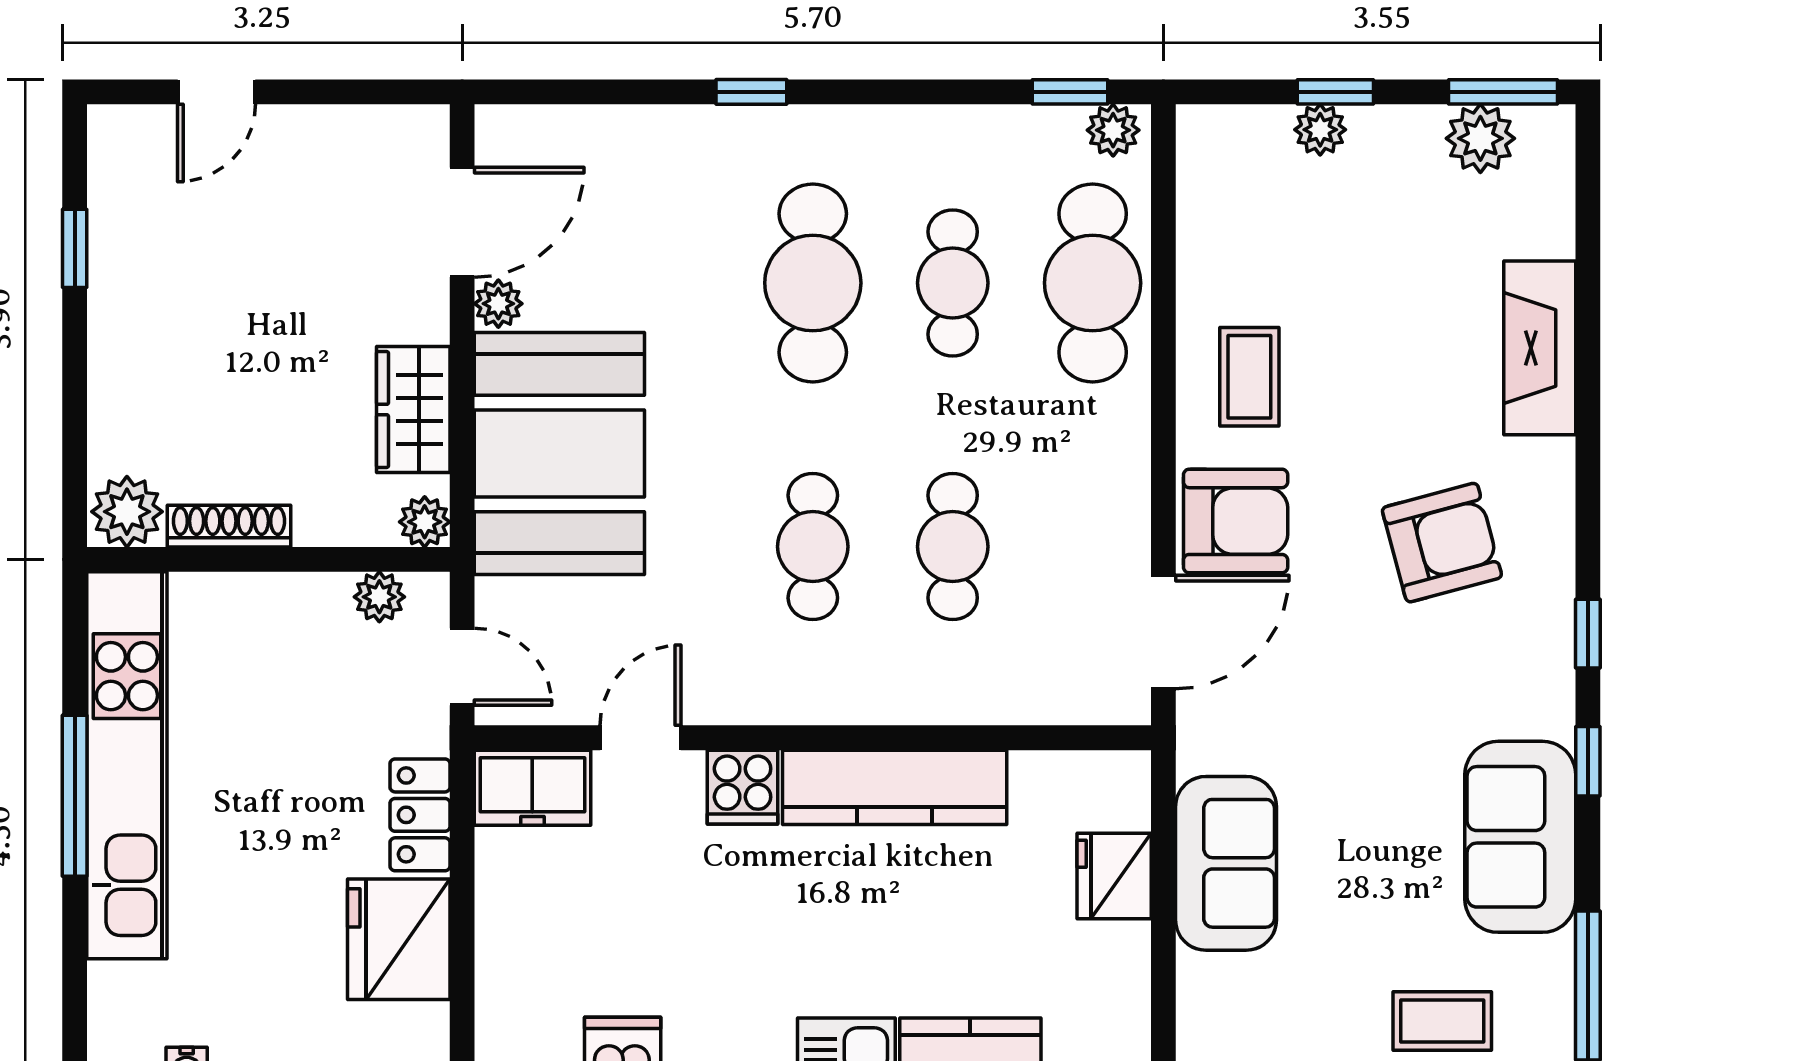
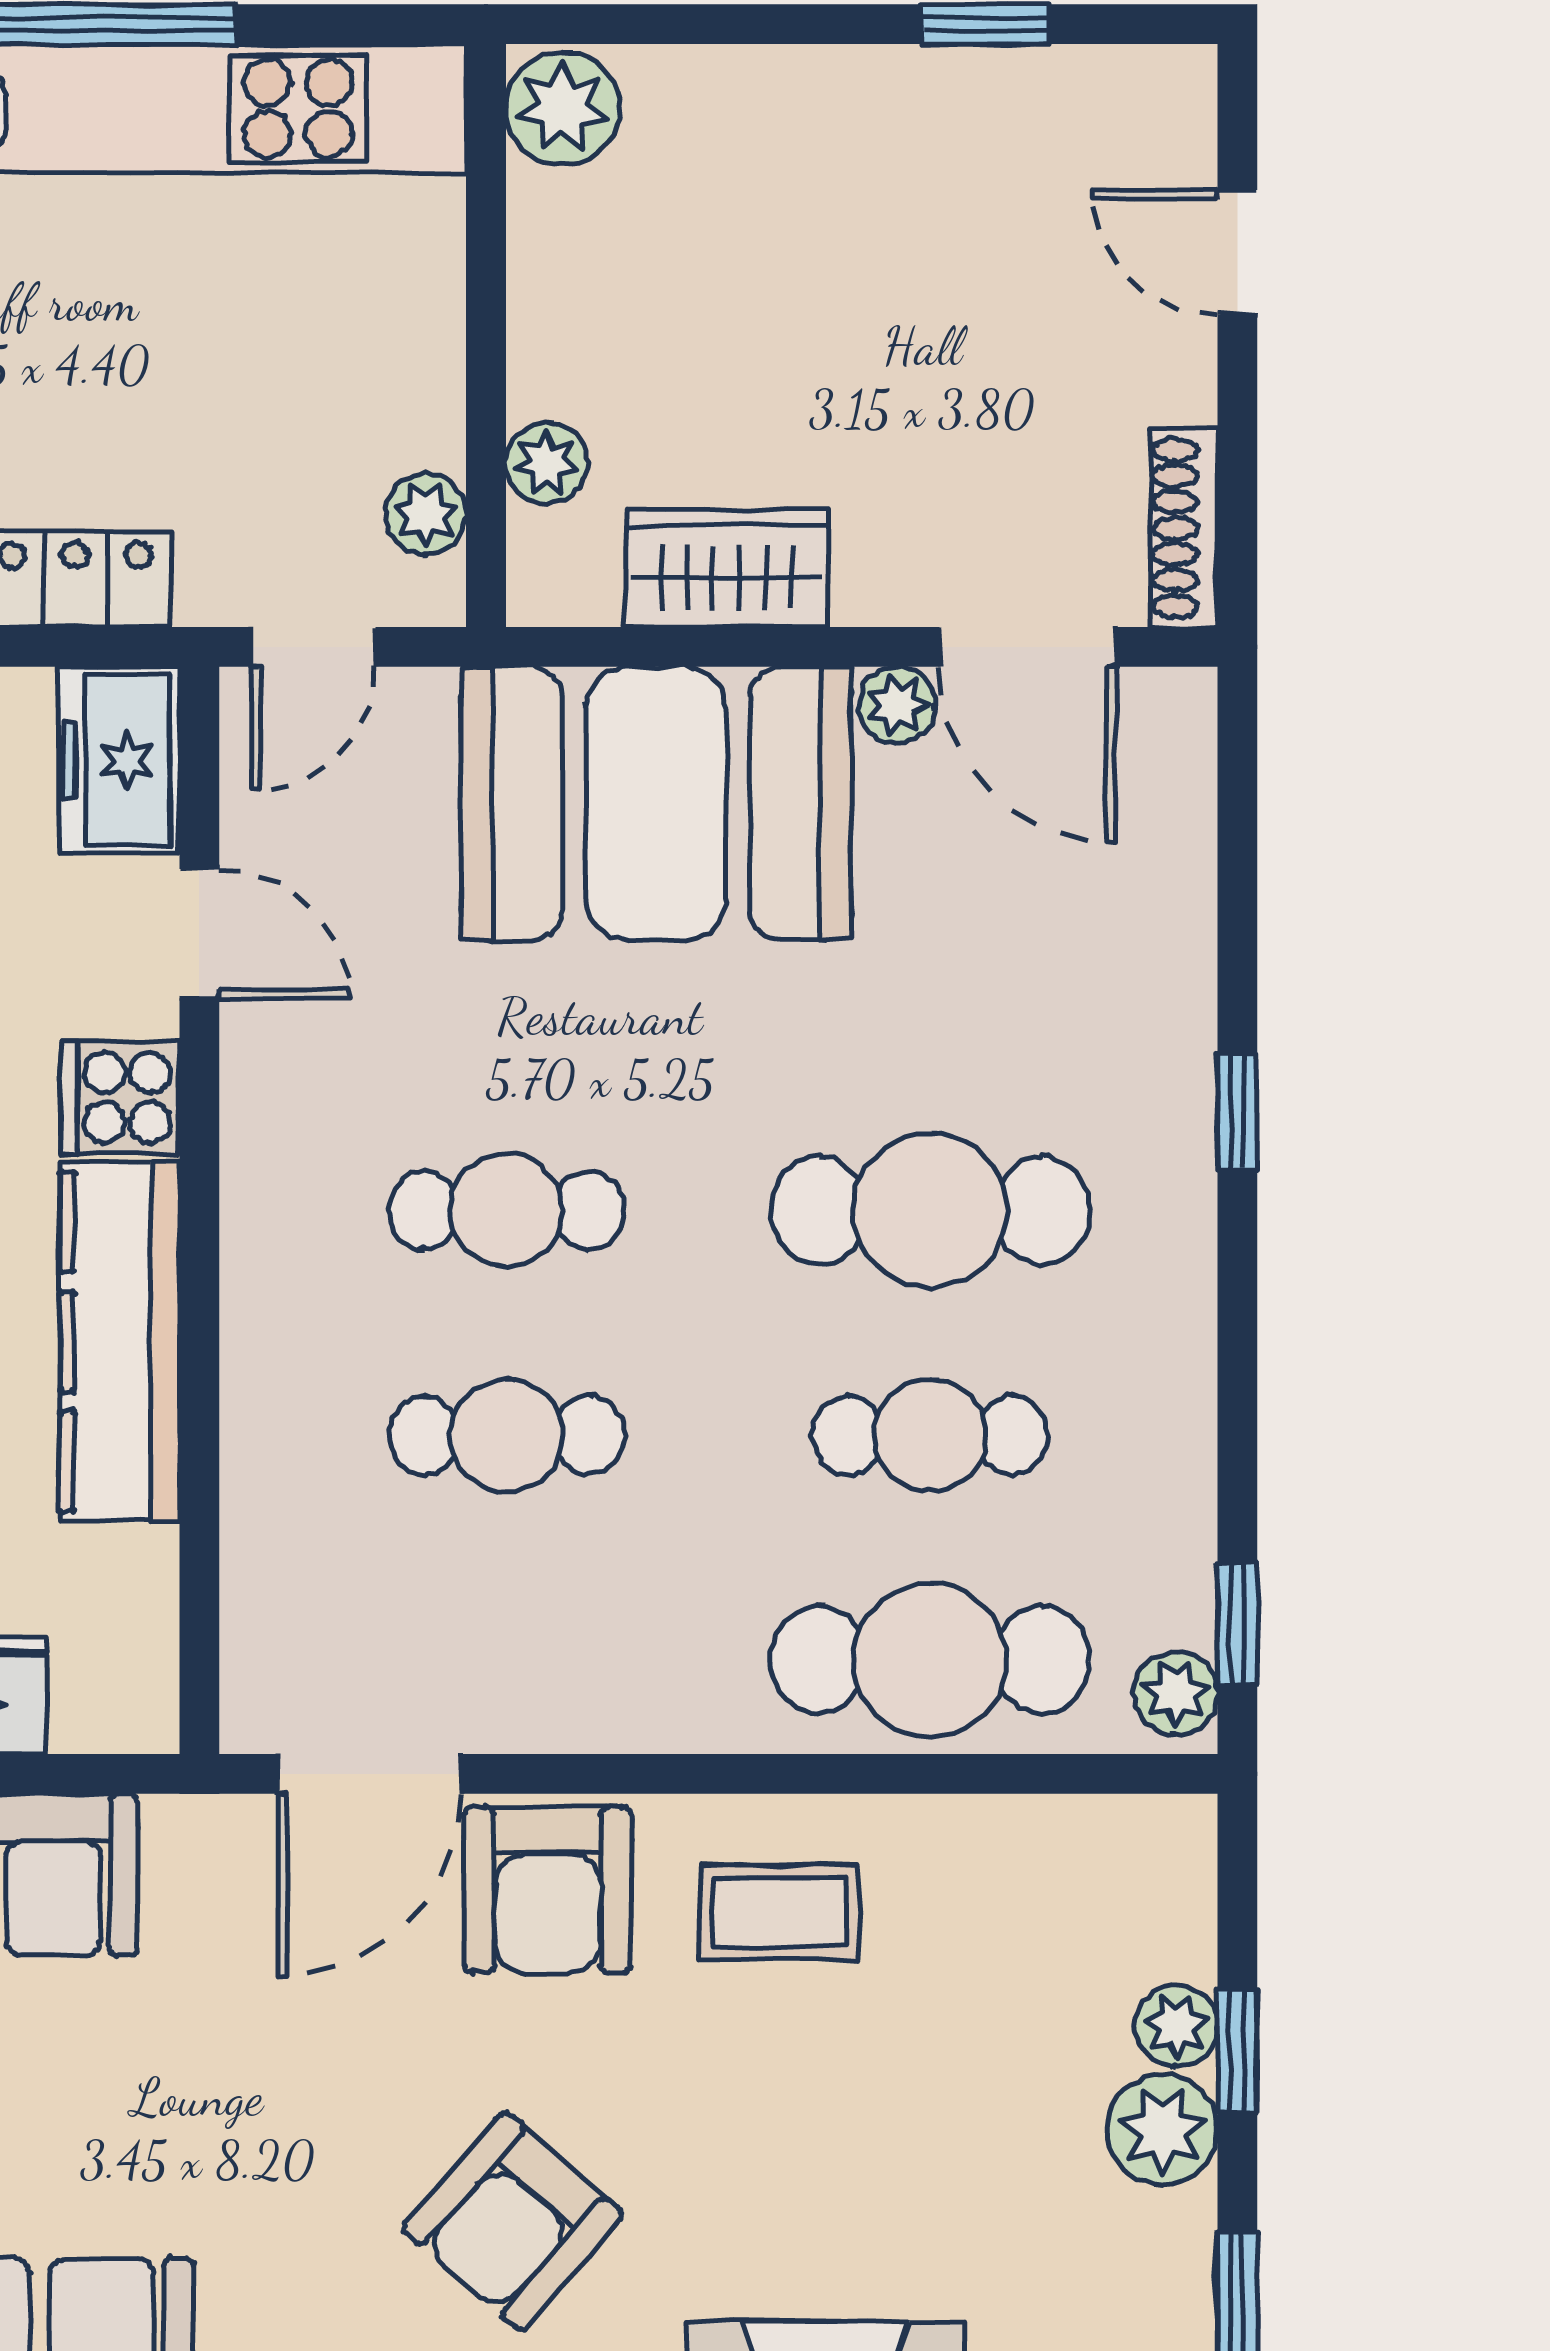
plant: (1480, 138) -> (1162, 2130), moved
plant: (425, 522) -> (546, 463), moved
shoe rack: (229, 526) -> (1184, 528), moved, turned 180
armchair: (1442, 543) -> (513, 2221), turned 56
door: (1163, 632) -> (369, 1774), hinge flipped

